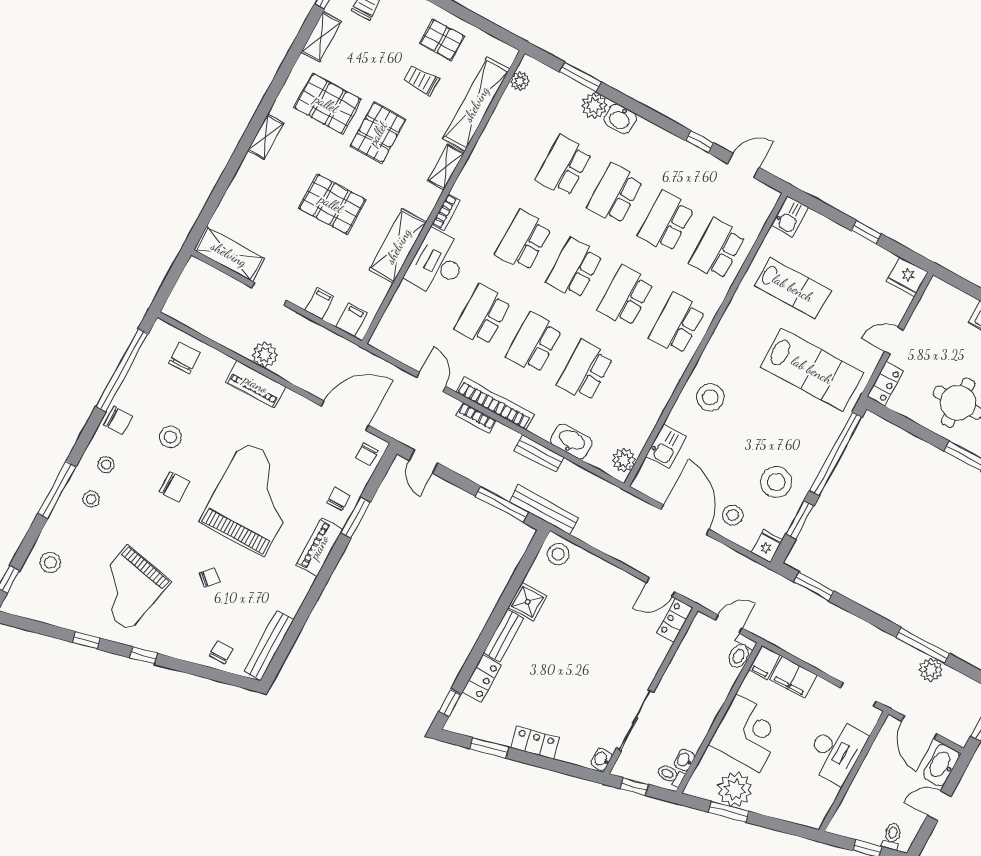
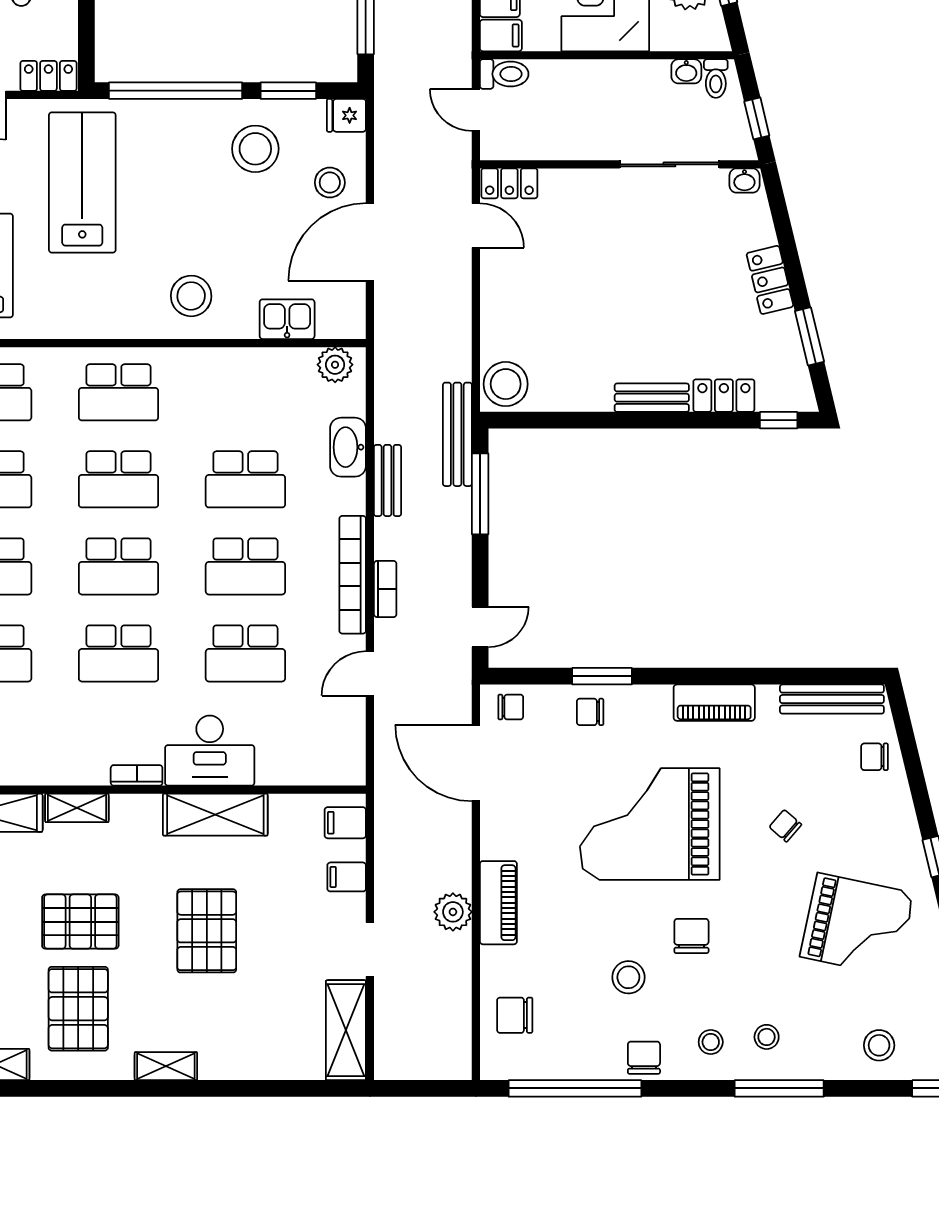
piano: (319, 547) -> (714, 703), moved
stool: (558, 554) -> (506, 384), width x1.38, depth x1.38
shower: (528, 602) -> (590, 390), removed

